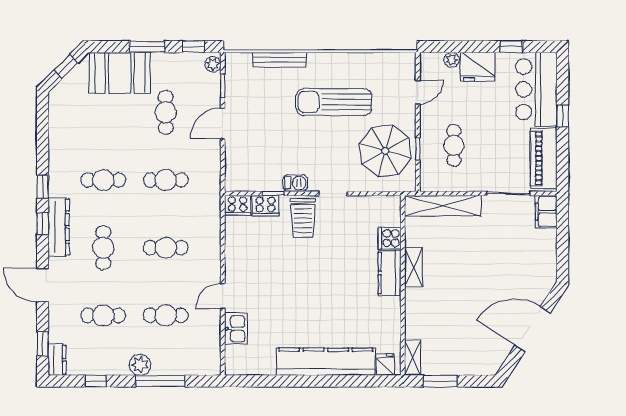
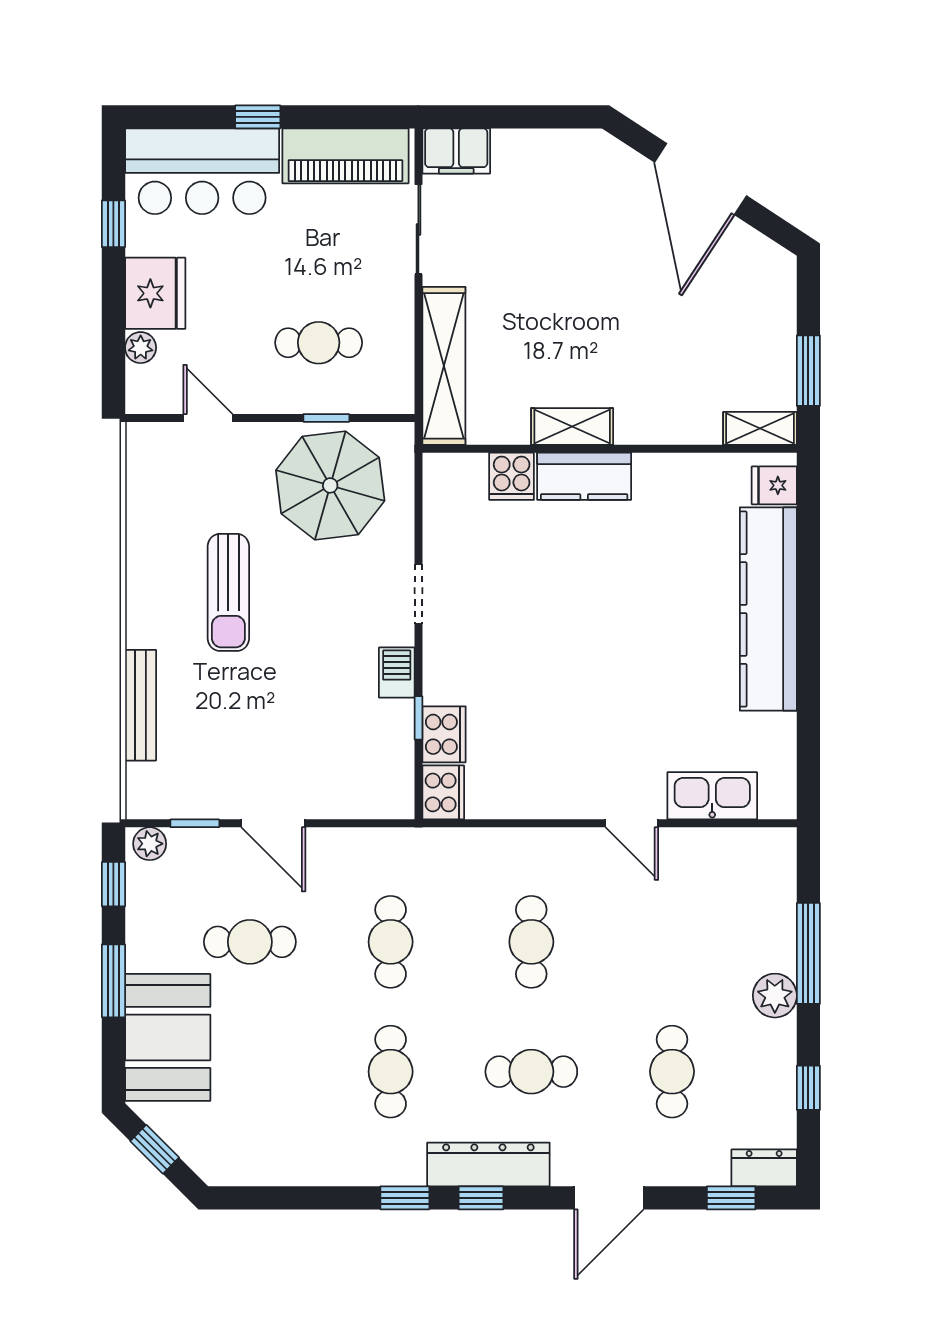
sun lounger: (334, 102) -> (228, 592), width x0.73, depth x0.75
trolley: (303, 218) -> (469, 657), removed
cafe table: (166, 315) -> (672, 942), removed
kitchen sink: (236, 329) -> (712, 796), width x1.38

